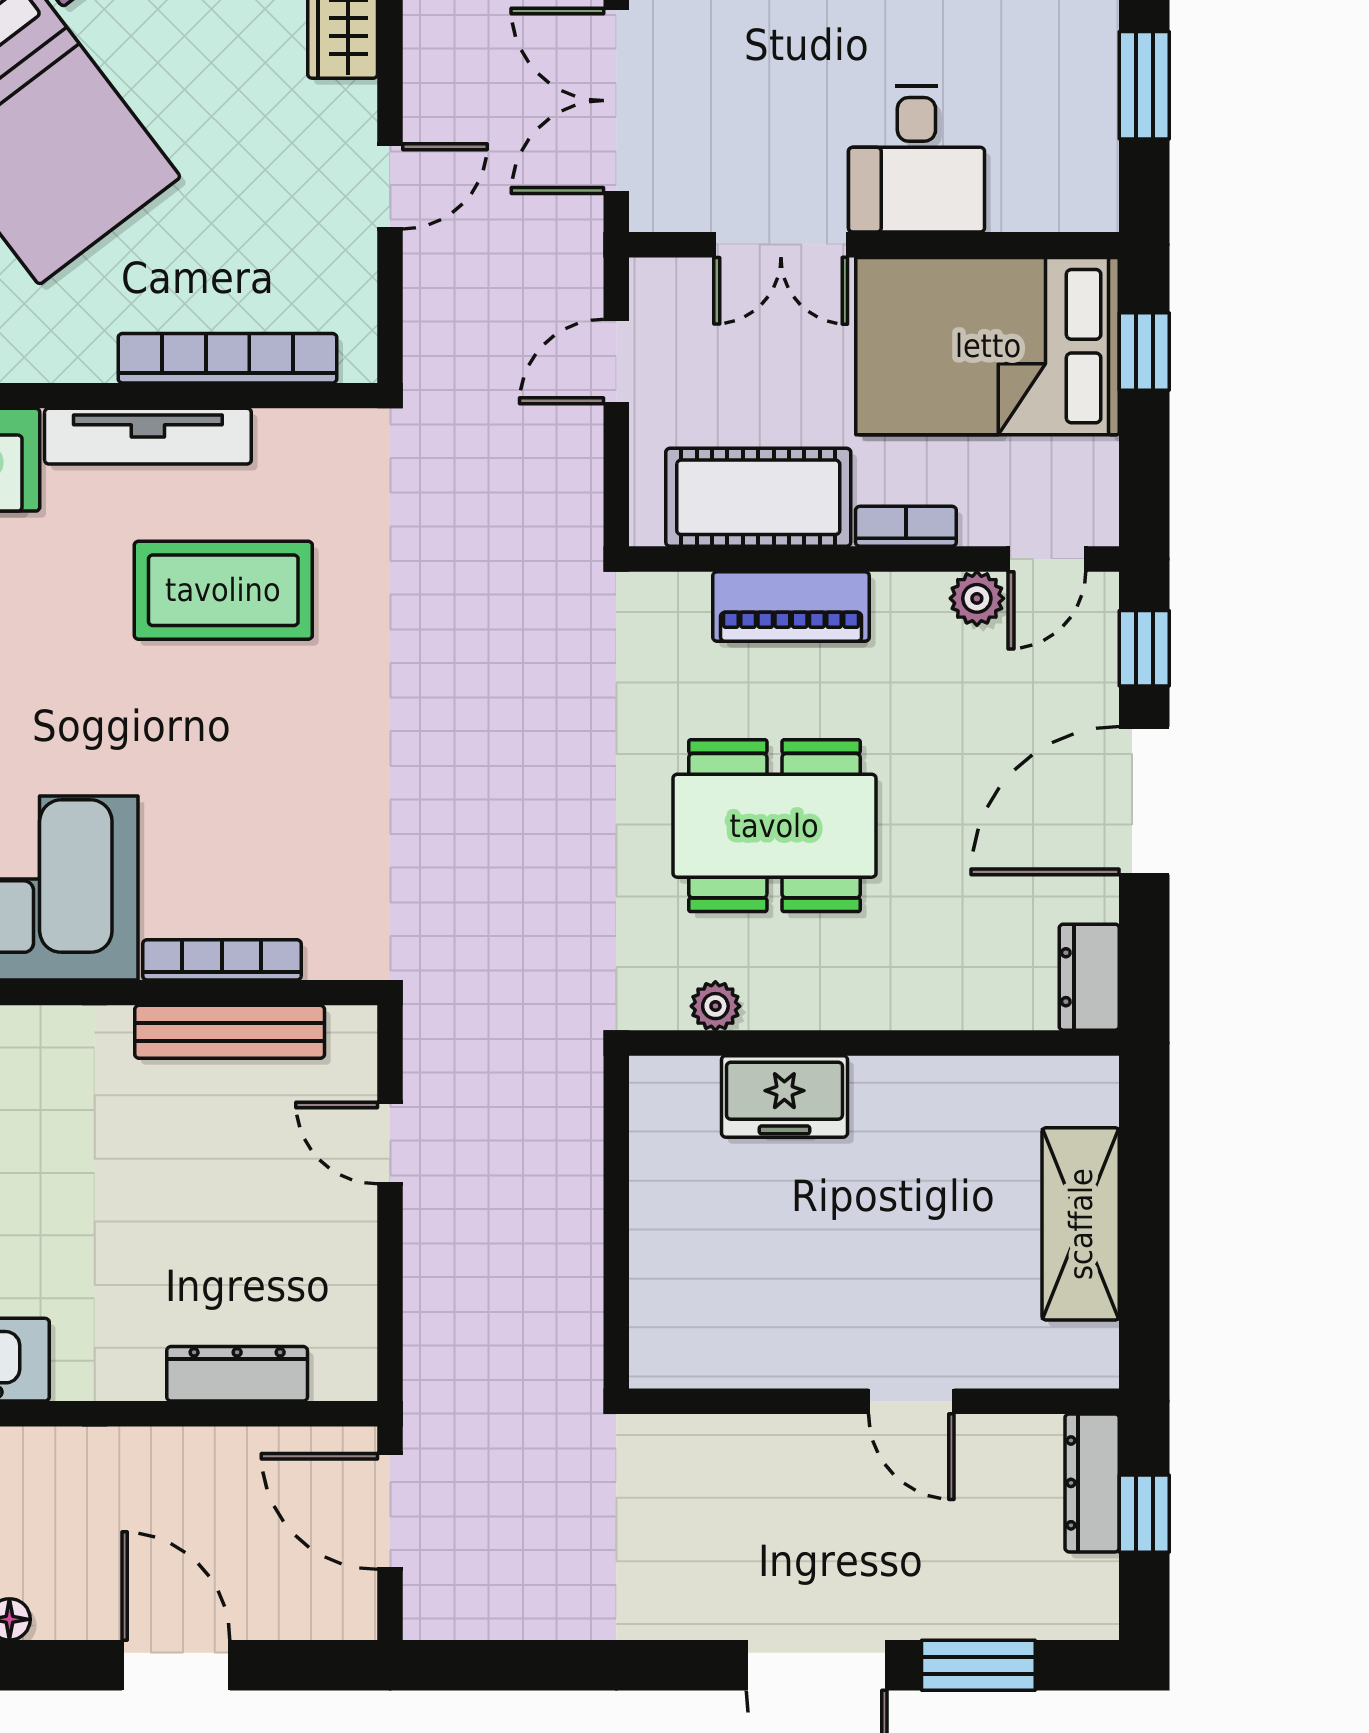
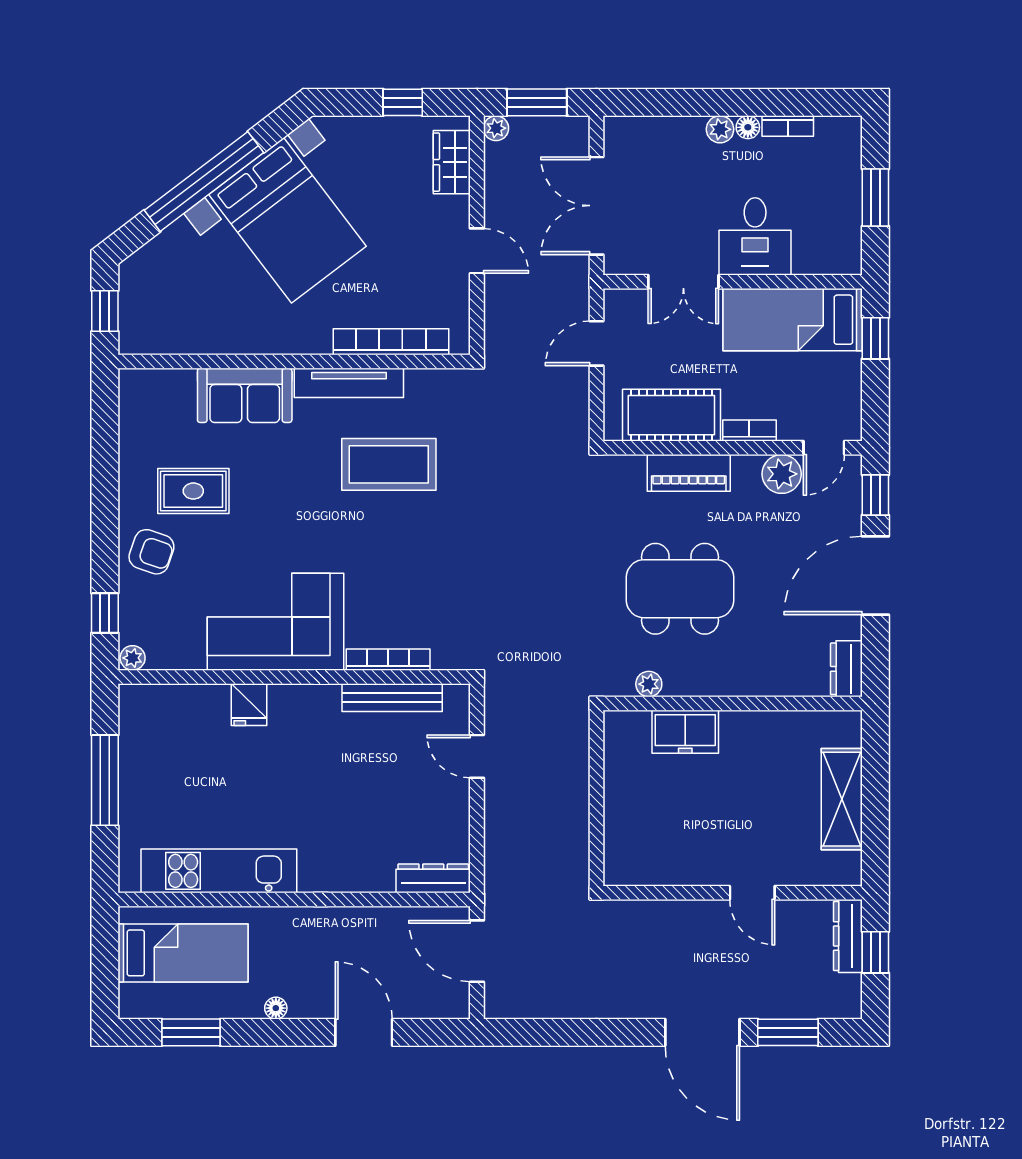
door: (390, 186) -> (477, 251), hinge flipped
bed: (988, 346) -> (793, 320), width x0.67
plant: (977, 598) -> (782, 474), width x1.38, depth x1.38
dresser: (237, 1374) -> (433, 878), moved

